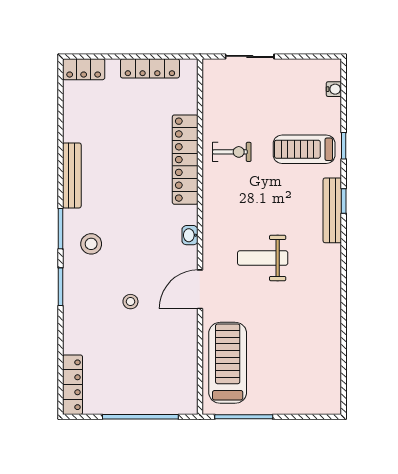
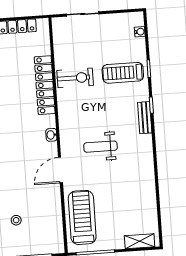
exercise bike: (232, 152) -> (75, 78), width x1.38, depth x1.39
bench: (332, 210) -> (145, 118), width x0.73
stool: (130, 302) -> (16, 220), moved
shelving: (312, 405) -> (140, 241), added

